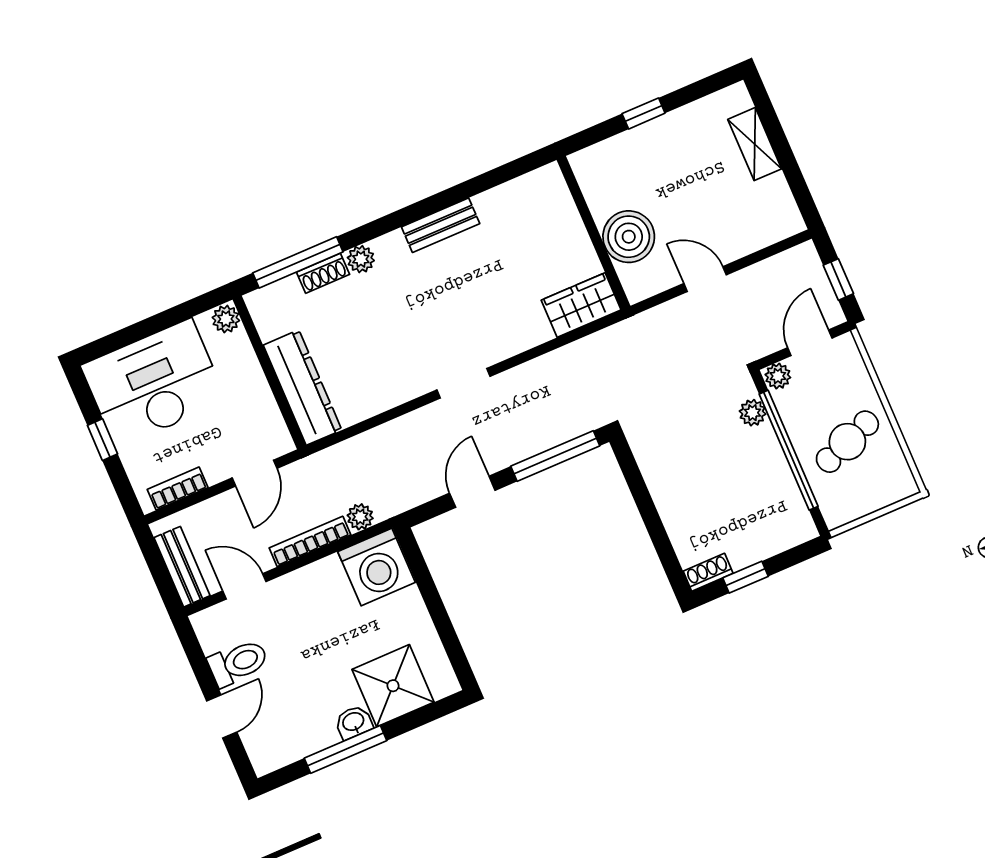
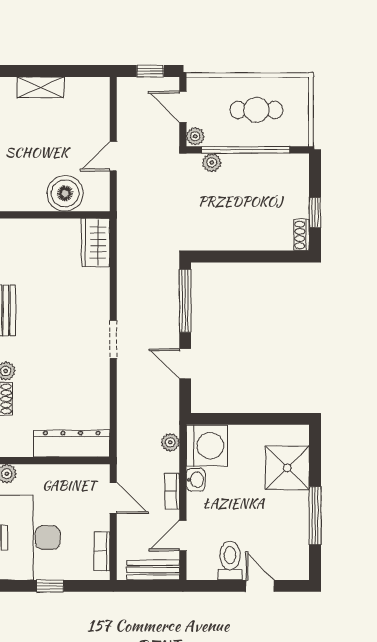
cafe table: (847, 442) -> (256, 110), turned -69
bookcase: (310, 541) -> (172, 491), width x0.64
washbasin: (354, 722) -> (196, 480), moved, turned 180

